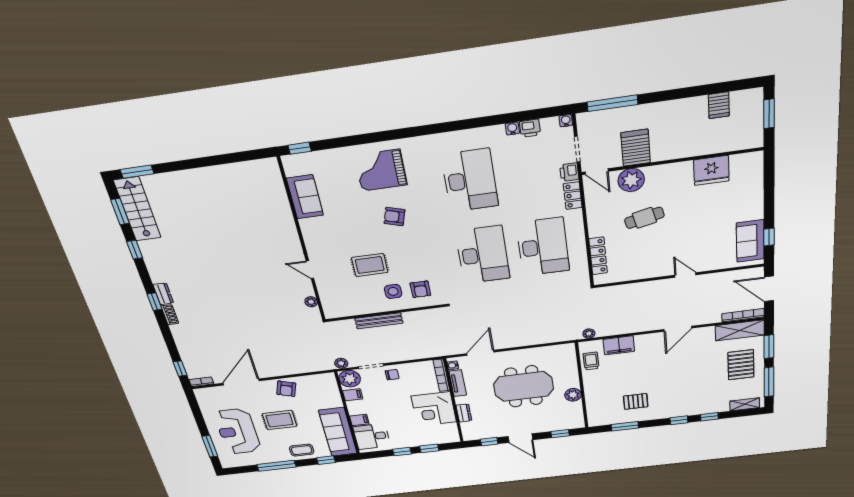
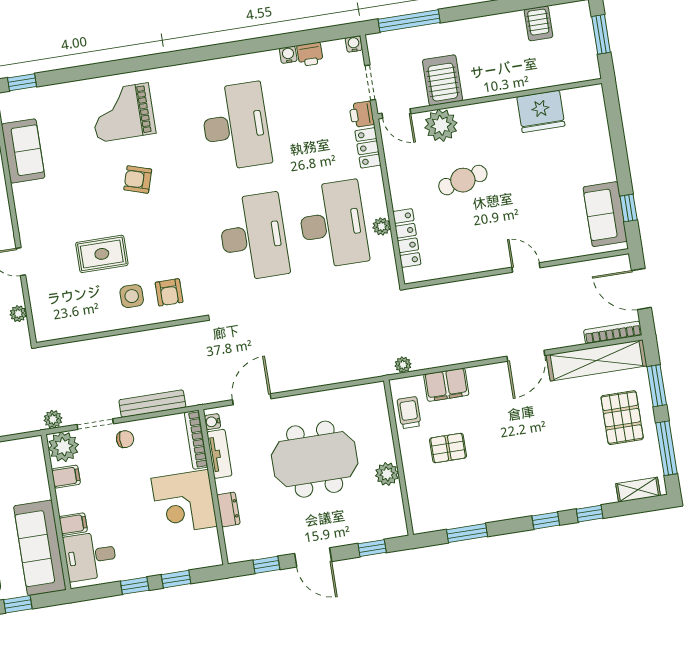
plant: (580, 248) -> (382, 226), added
bench: (379, 321) -> (152, 404), moved
shelving: (740, 330) -> (597, 360), width x1.47
pallet: (636, 401) -> (448, 448), moved

